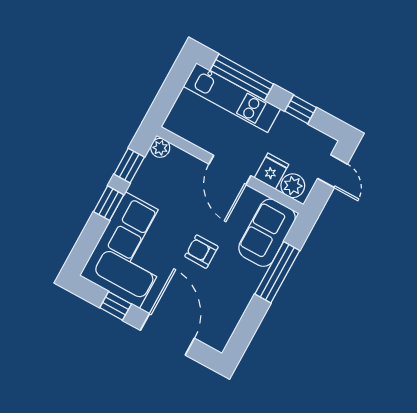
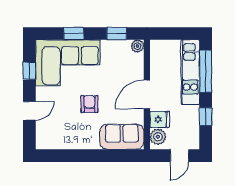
window: (109, 203) -> (74, 33), moved
window: (277, 272) -> (102, 156), removed
door: (167, 334) -> (29, 111), width x0.53

